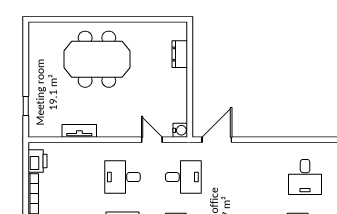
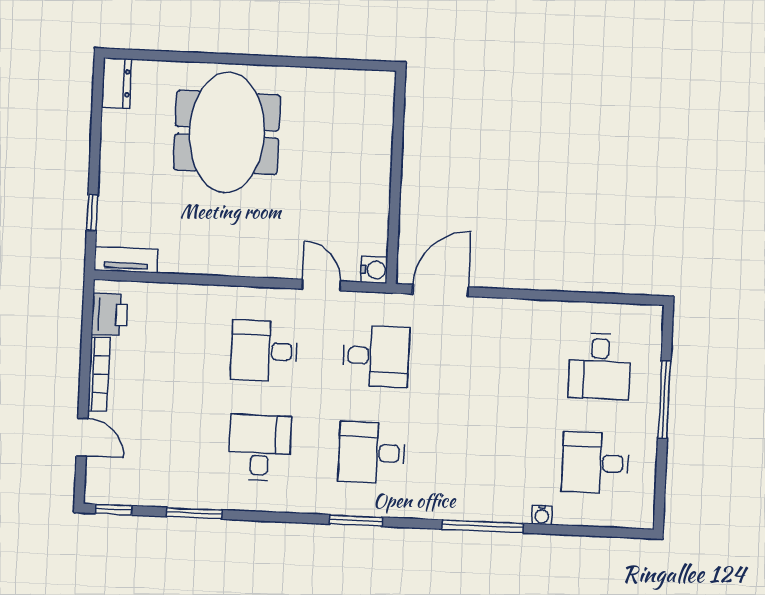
dresser: (180, 54) -> (117, 83), moved, turned 180
meeting table: (97, 59) -> (227, 132), turned 90
tv unit: (79, 131) -> (126, 260), moved

